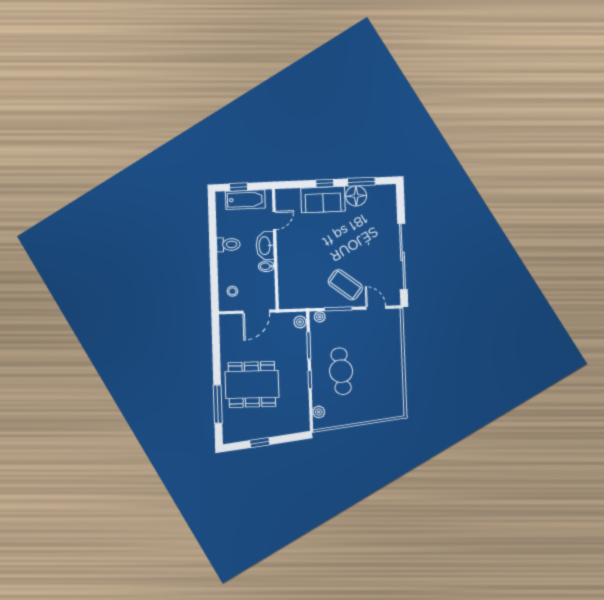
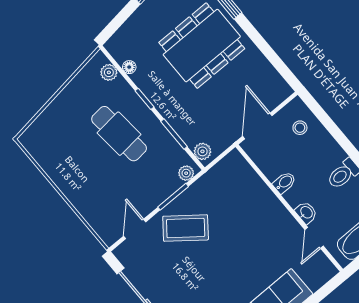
washbasin: (265, 246) -> (306, 213), width x0.52, depth x0.69
door: (376, 308) -> (135, 229), swing flipped
floor lamp: (304, 406) -> (129, 67), added

